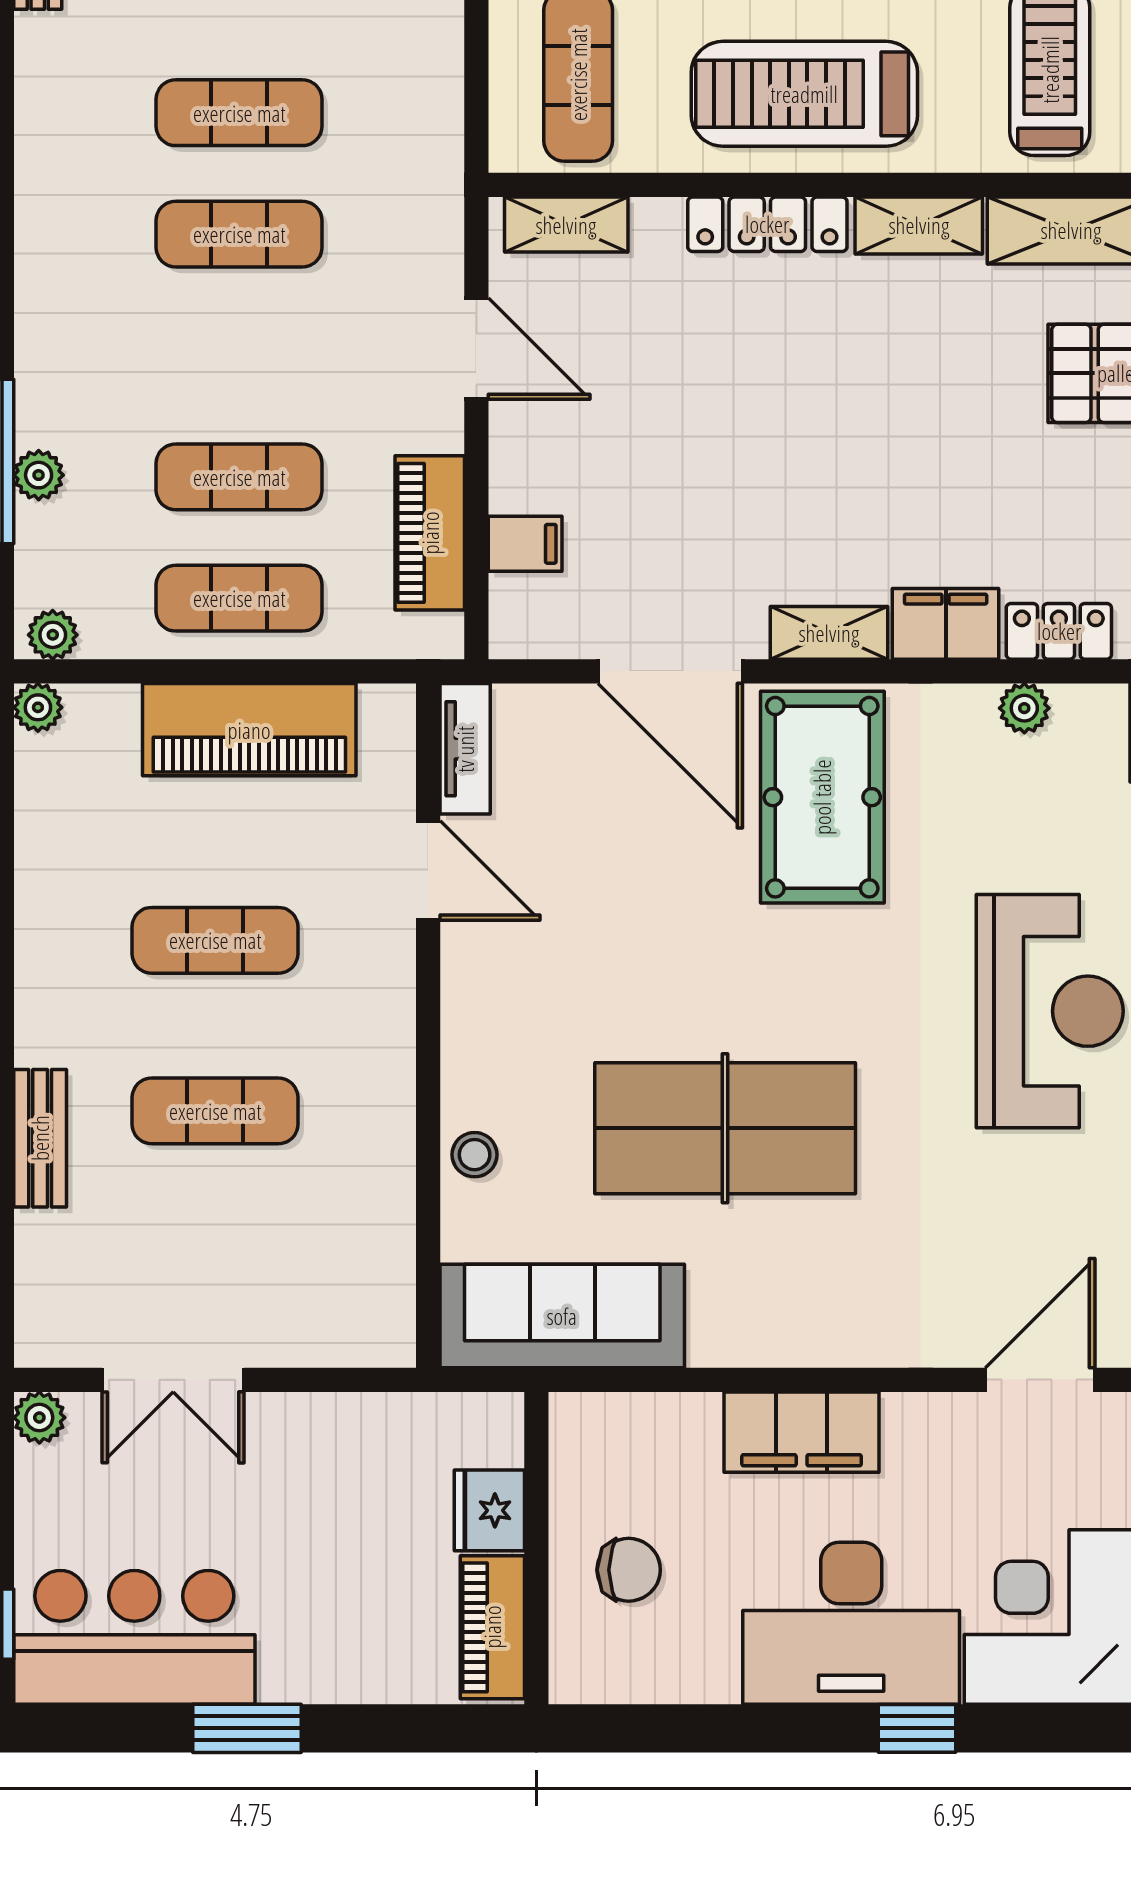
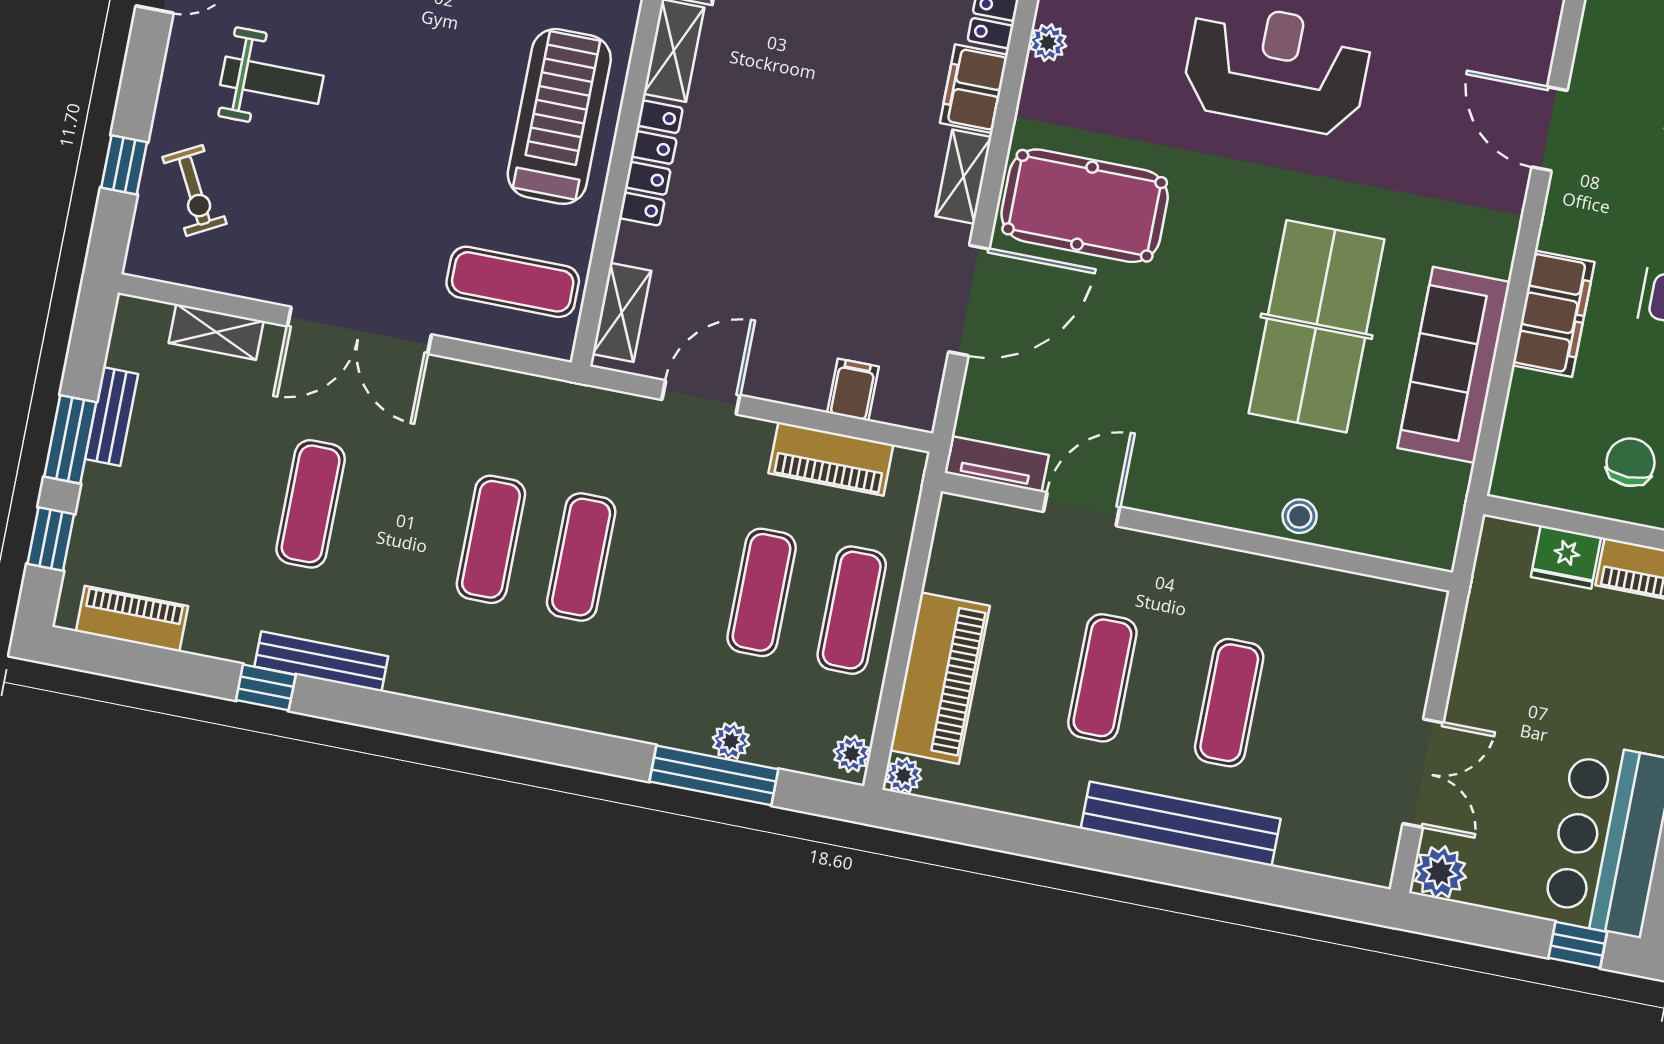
treadmill: (804, 94) -> (559, 116), turned 180
piano: (249, 730) -> (940, 678), moved
bench: (40, 1138) -> (1181, 824), width x1.86, depth x1.21
sofa: (562, 1316) -> (1454, 365), moved
plant: (39, 1418) -> (1440, 872), width x1.38, depth x1.38

